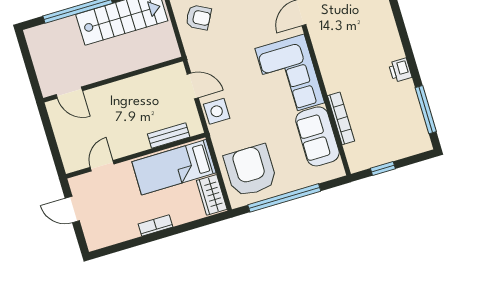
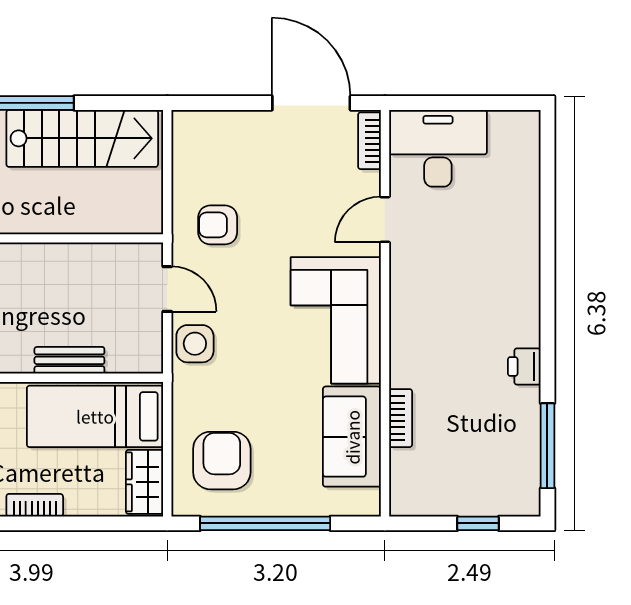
armchair: (198, 17) -> (218, 225), moved, turned 152
bookcase: (341, 118) -> (401, 418), width x0.64
bench: (169, 135) -> (69, 360), moved
window: (383, 168) -> (478, 523), moved
armchair: (250, 171) -> (222, 461), width x0.73, depth x0.73

